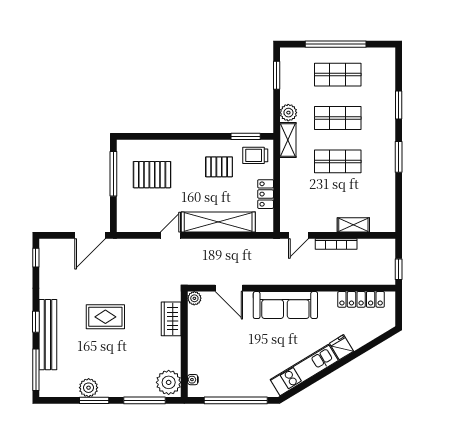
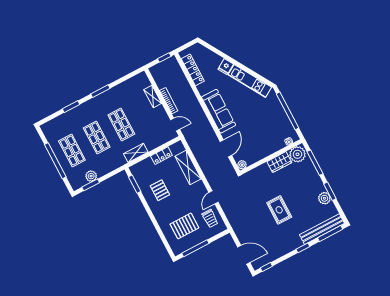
plant: (288, 113) -> (91, 176), moved
shelving: (288, 140) -> (136, 153), moved
trolley: (255, 155) -> (210, 218), moved
pallet: (152, 175) -> (184, 226), turned 90
shelving: (218, 222) -> (188, 168), width x0.68
door: (90, 235) -> (244, 255), moved
door: (170, 235) -> (213, 197), hinge flipped
wardrobe: (171, 319) -> (279, 162), moved
bench: (48, 335) -> (322, 229), moved

